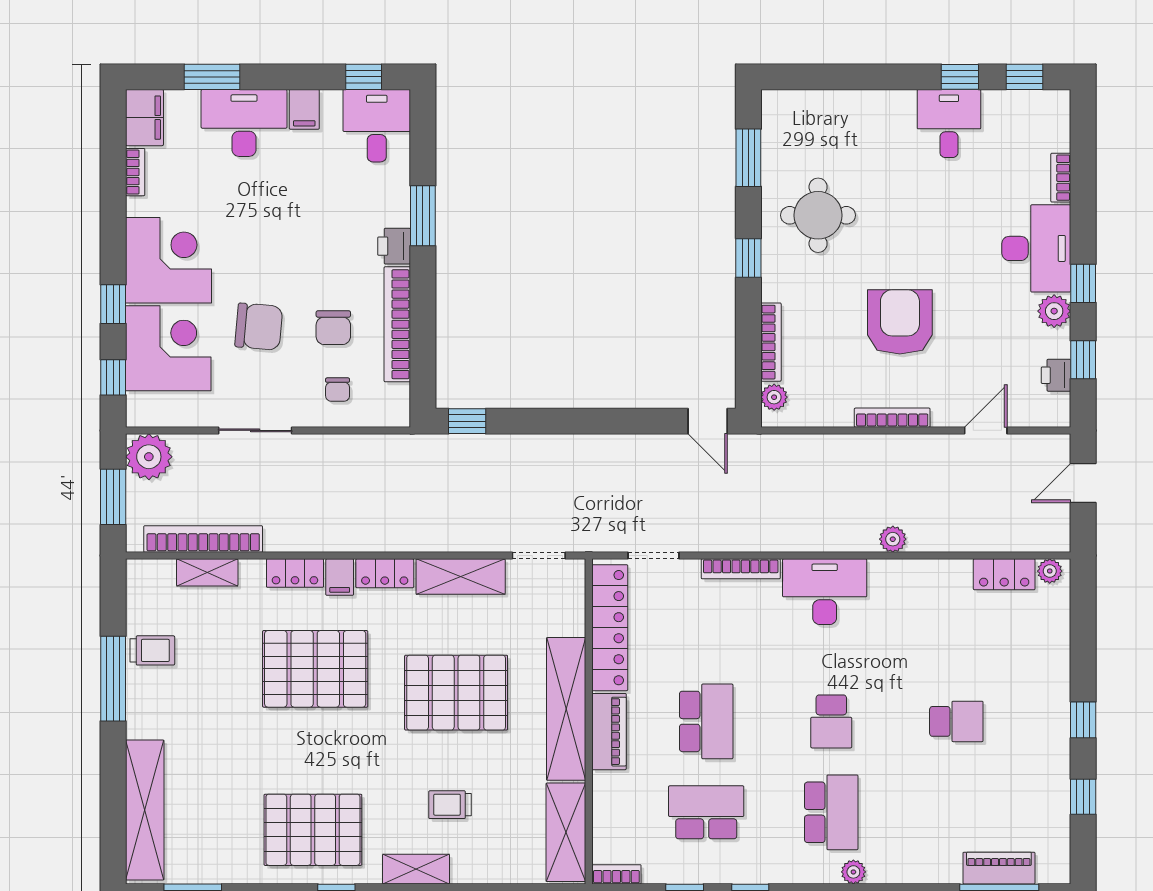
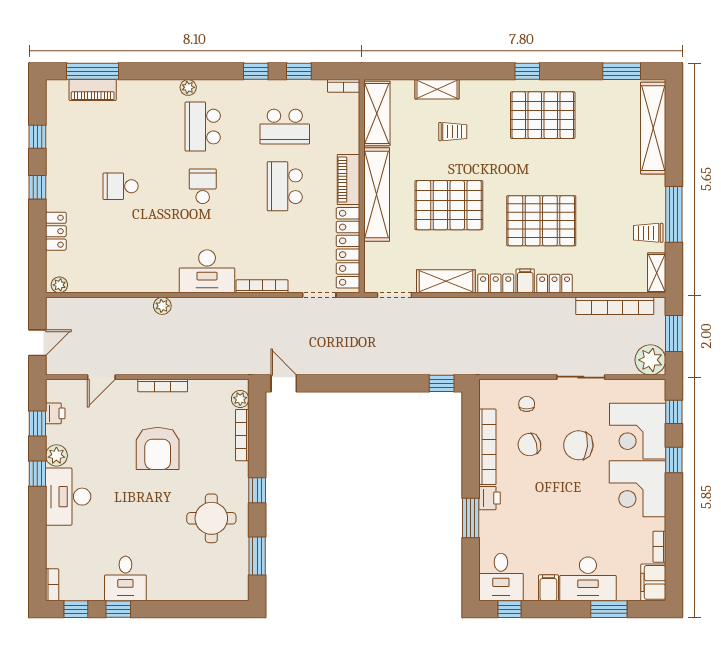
bookcase: (1061, 178) -> (52, 585), moved
chair: (333, 328) -> (529, 445), turned -107
shelving: (207, 572) -> (657, 273), moved, turned 90
locker: (1004, 574) -> (56, 231), moved, turned 90
shelving: (416, 869) -> (437, 89), moved

